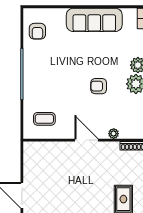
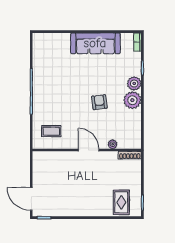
armchair: (37, 31) -> (45, 53), removed
armchair: (99, 86) -> (99, 102), turned 83

